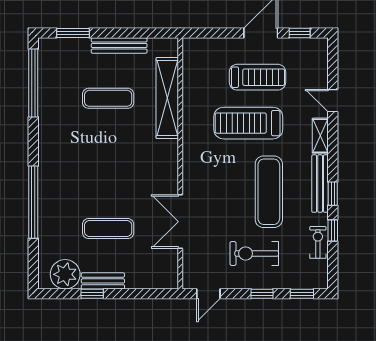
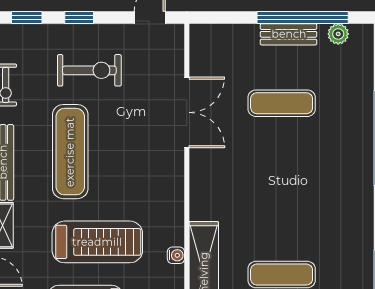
water cooler: (188, 113) -> (176, 255), added
plant: (65, 274) -> (338, 34), width x0.53, depth x0.53
window: (92, 294) -> (303, 17), width x3.17

